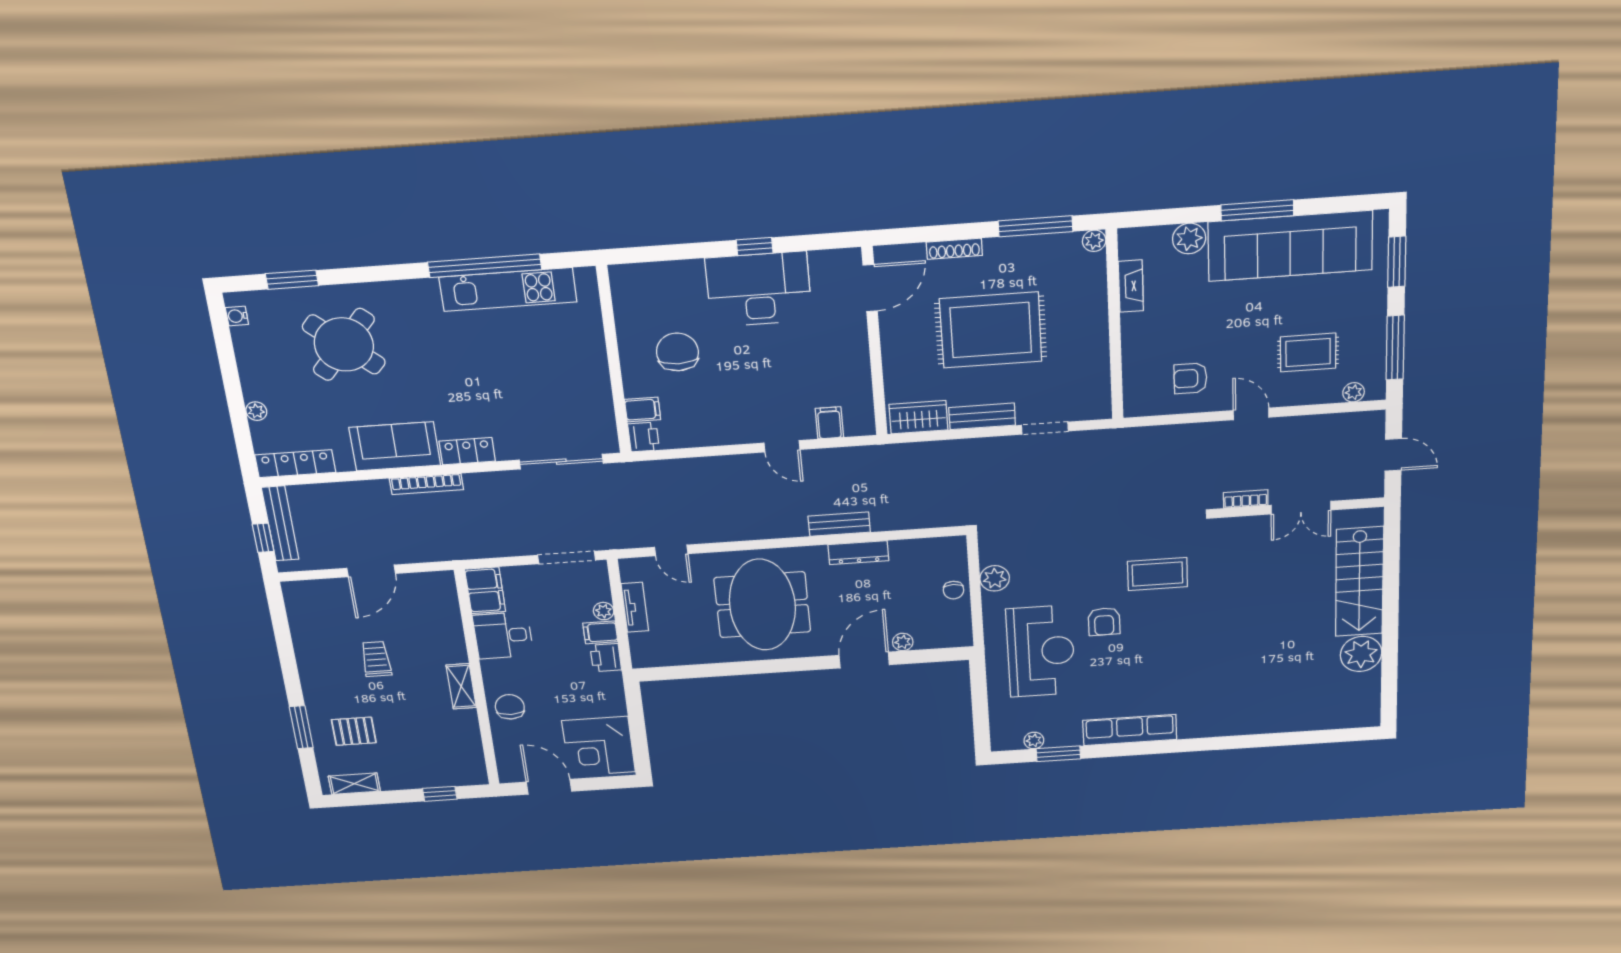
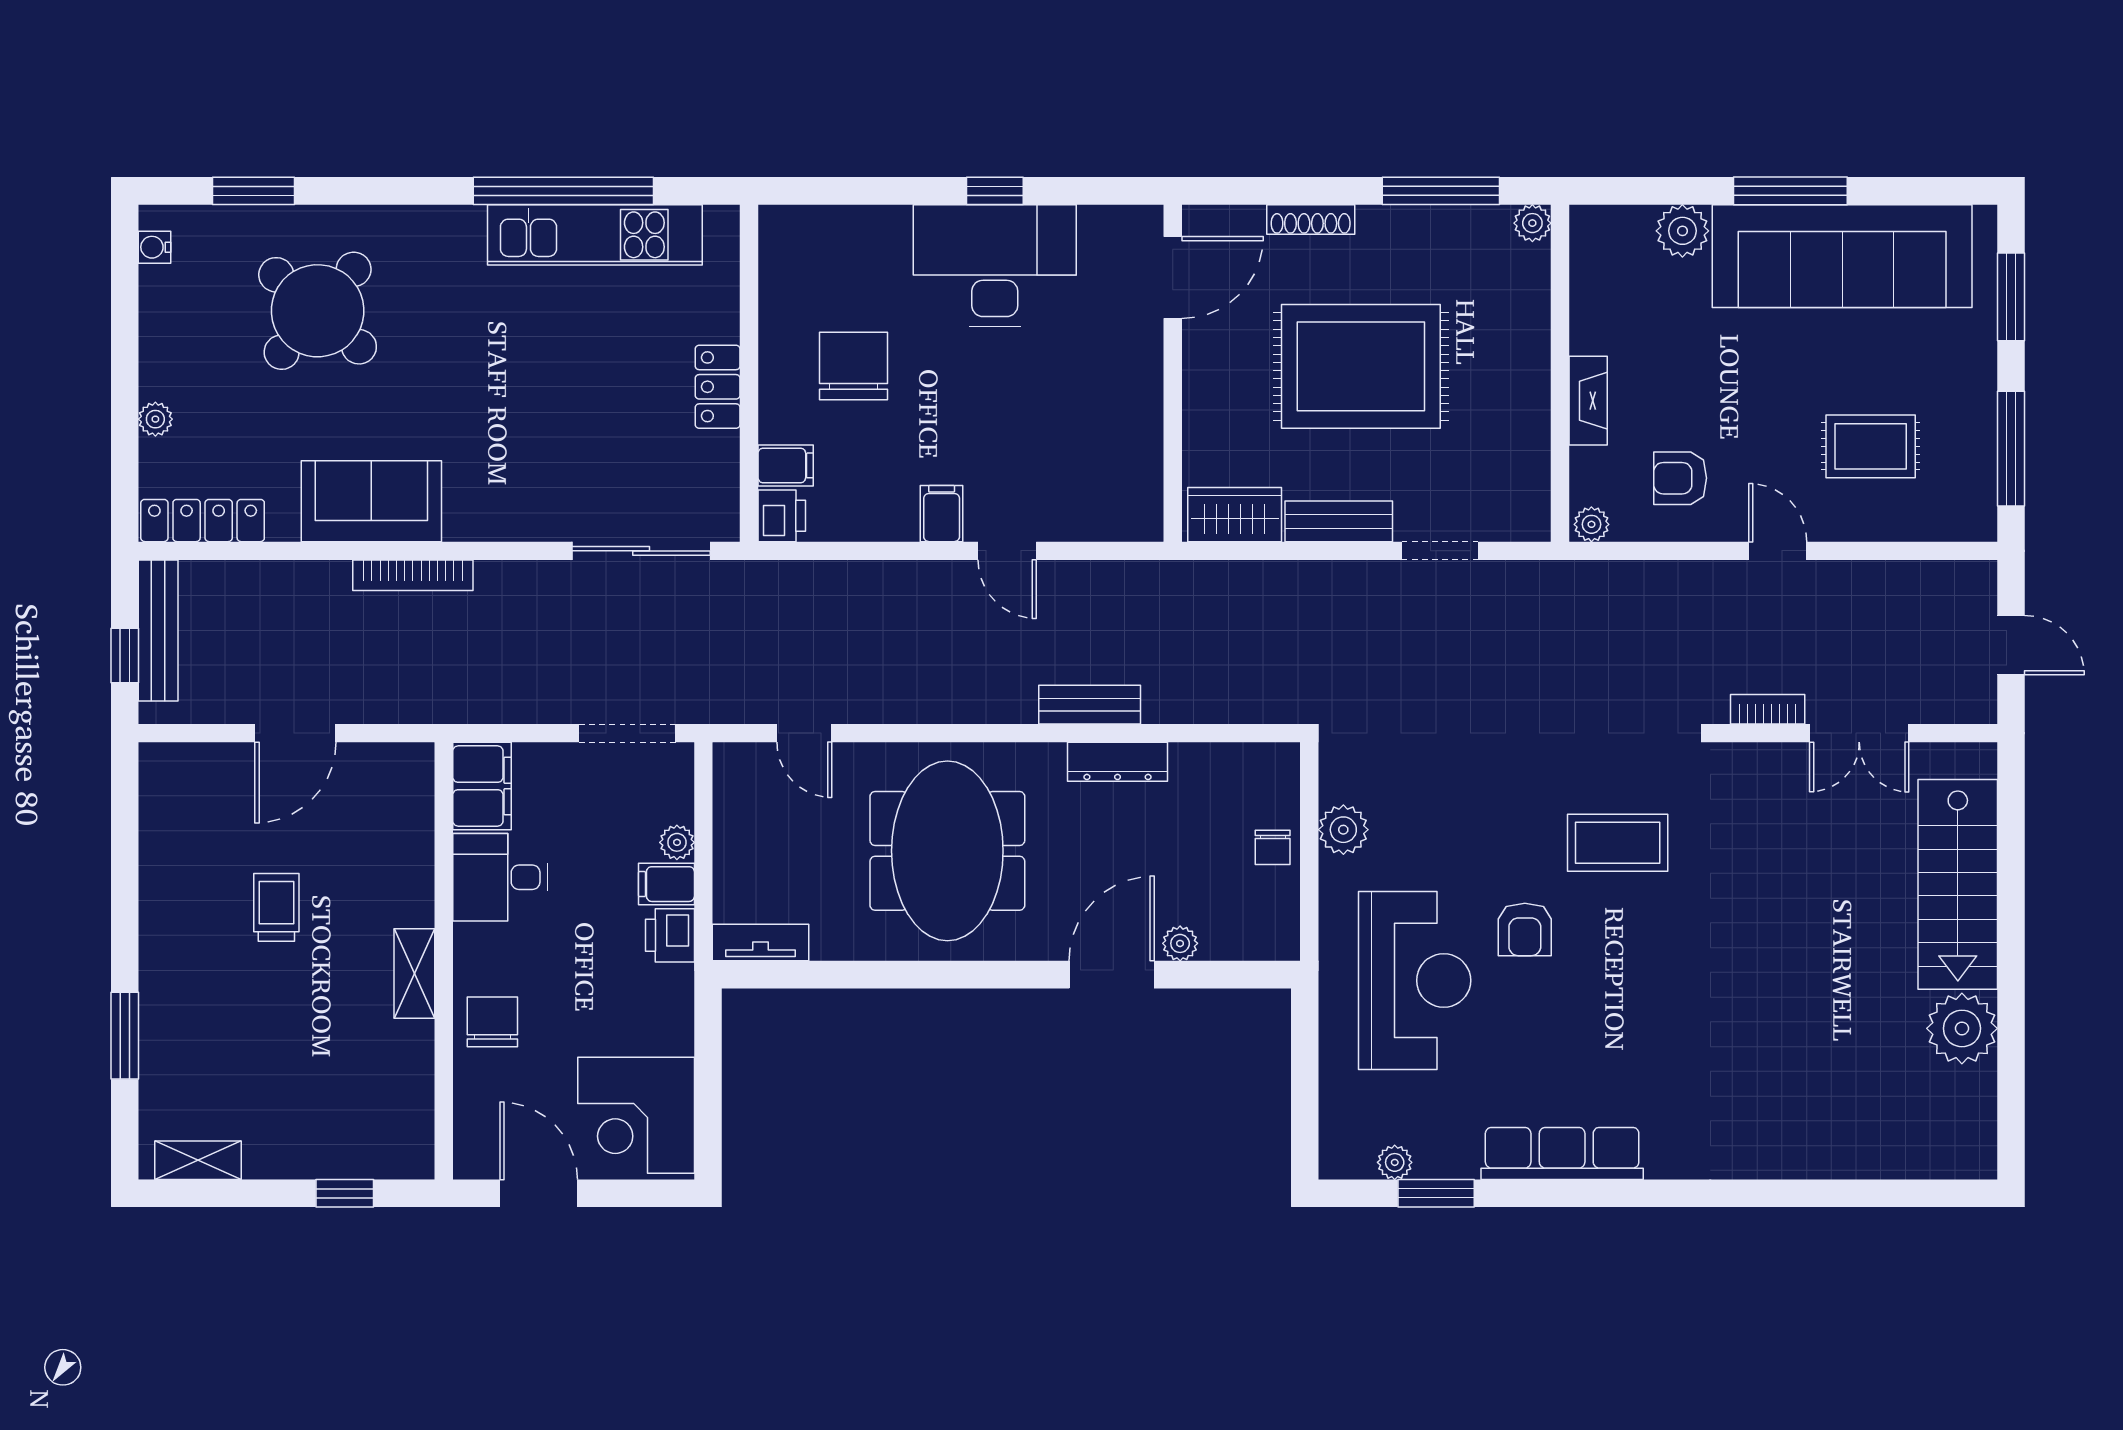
fireplace: (1131, 286) -> (1588, 401), moved
plant: (1354, 392) -> (1591, 524), moved
filing cabinet: (829, 423) -> (942, 514), moved
locker: (467, 451) -> (718, 387), moved, turned -90
tv unit: (635, 607) -> (761, 943), moved, turned -90
pallet: (354, 731) -> (215, 1051), removed

